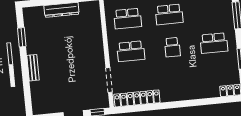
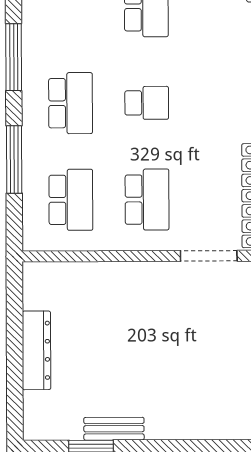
bench: (33, 68) -> (114, 429), moved

